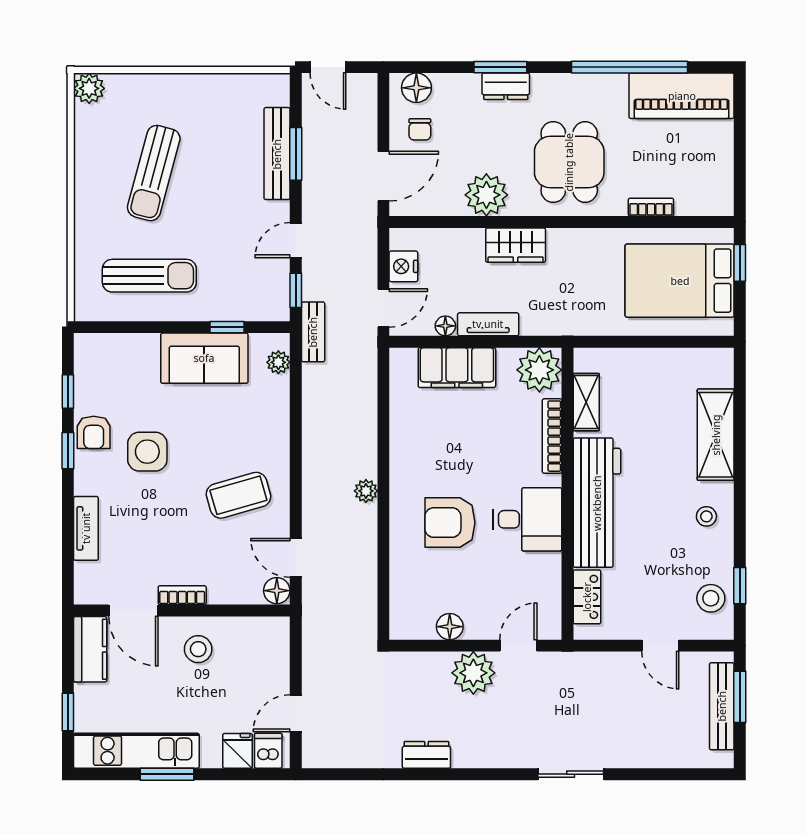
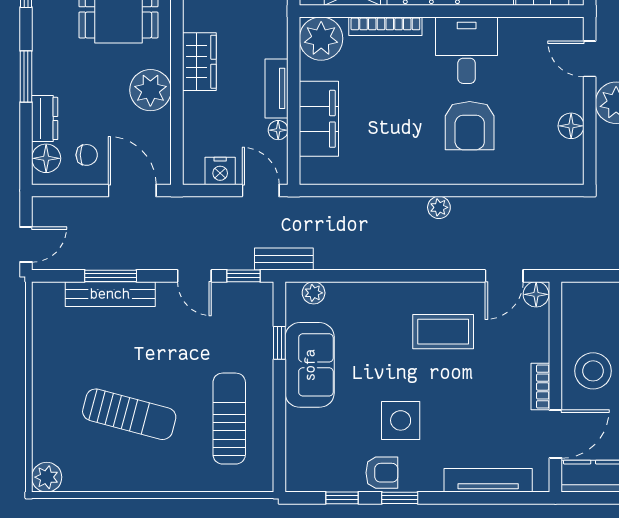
dresser: (506, 86) -> (45, 118), moved
coffee table: (238, 495) -> (443, 332), turned -74
tv unit: (86, 528) -> (488, 480), width x1.41
stool: (198, 649) -> (593, 371), width x1.38, depth x1.38

